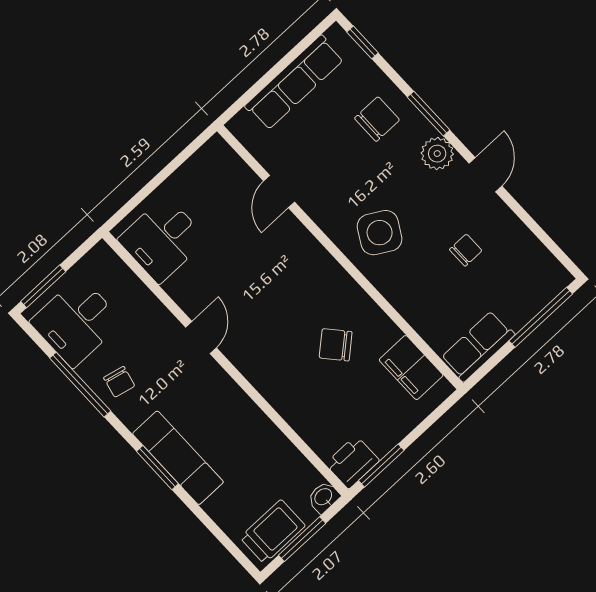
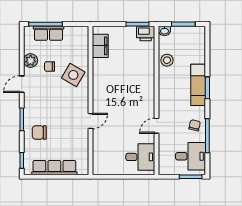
plant: (437, 154) -> (31, 61), moved
door: (279, 192) -> (90, 121), moved
side table: (380, 233) -> (73, 75), moved
door: (201, 337) -> (157, 126), moved
chair: (336, 345) -> (117, 75), removed
row of seats: (478, 346) -> (48, 33), moved
stool: (272, 450) -> (167, 60), added
trolley: (273, 532) -> (190, 35), removed

